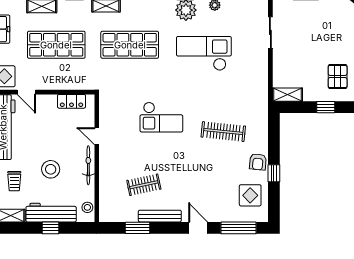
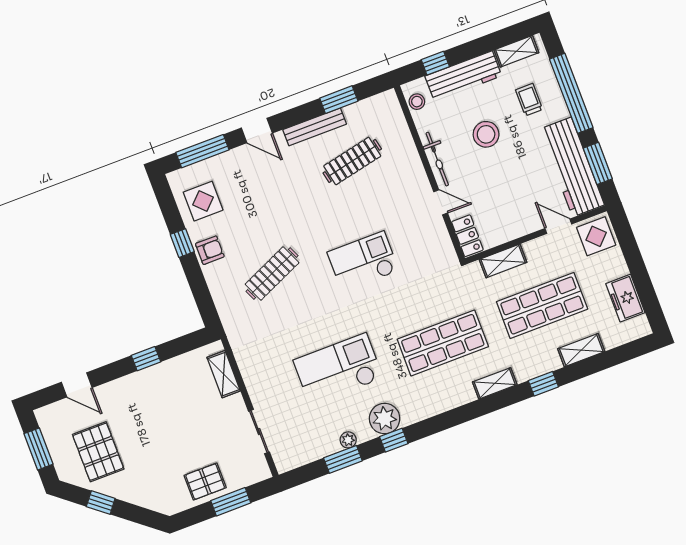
checkout: (204, 53) -> (338, 369), turned 180
pallet: (338, 76) -> (205, 482), moved, turned 90
shelving: (71, 83) -> (503, 261), added
shelving: (288, 95) -> (224, 374), moved, turned 90
locker: (72, 101) -> (467, 236), moved, turned 90
clothes rail: (223, 132) -> (272, 273), turned -30
armchair: (258, 162) -> (210, 250), turned 85
clothes rail: (144, 185) -> (352, 161), width x1.36
window: (50, 228) -> (435, 63), moved

